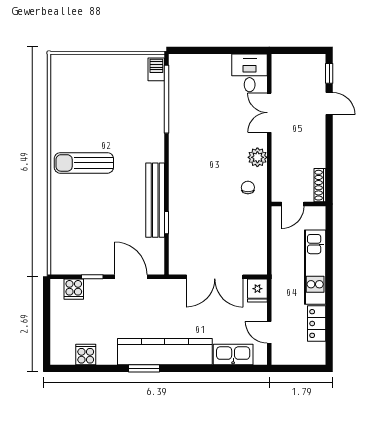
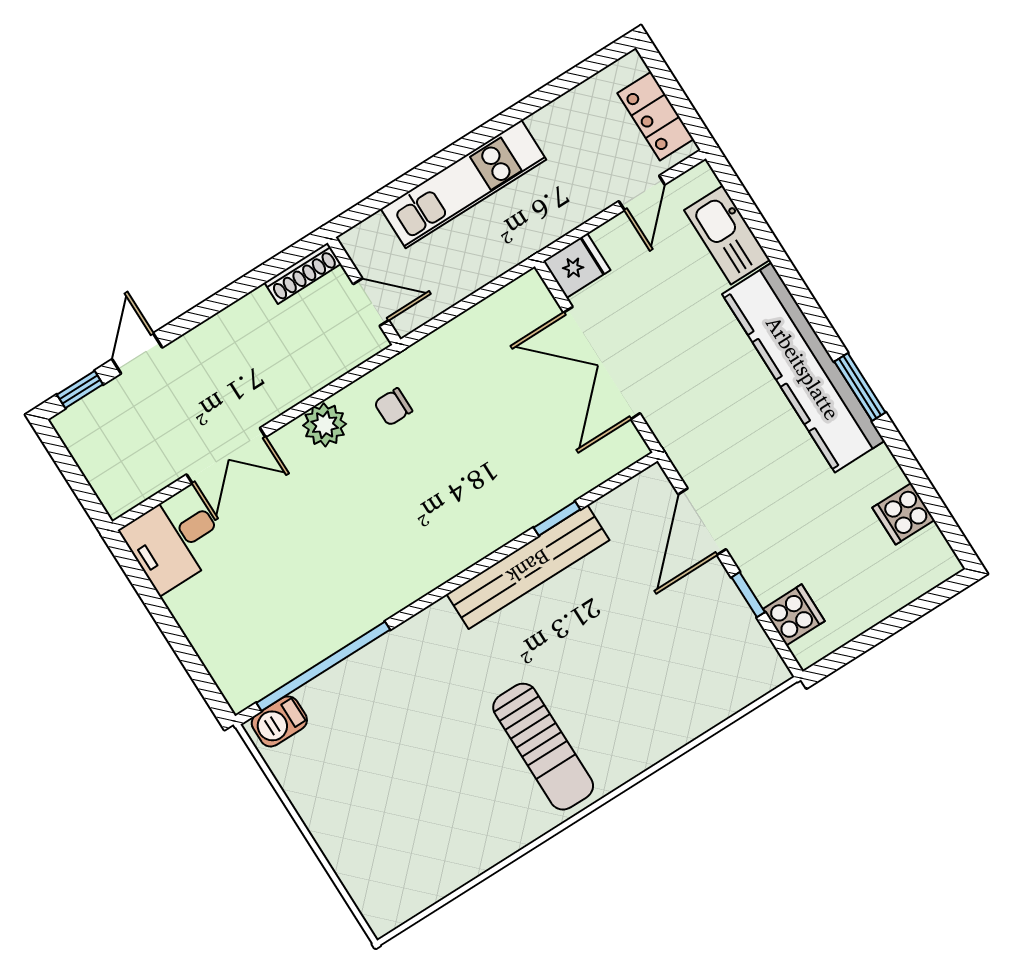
double door: (215, 277) -> (602, 363), swing flipped
locker: (317, 324) -> (656, 116), moved, turned 90

